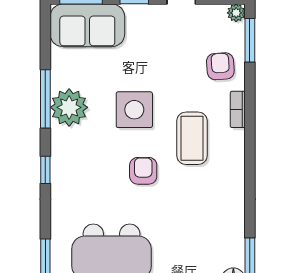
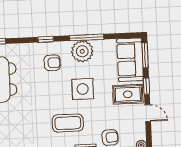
rug: (147, 32) -> (128, 94), added
armchair: (143, 171) -> (52, 63), moved

